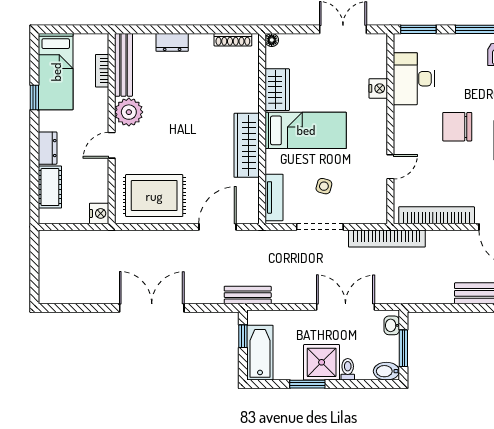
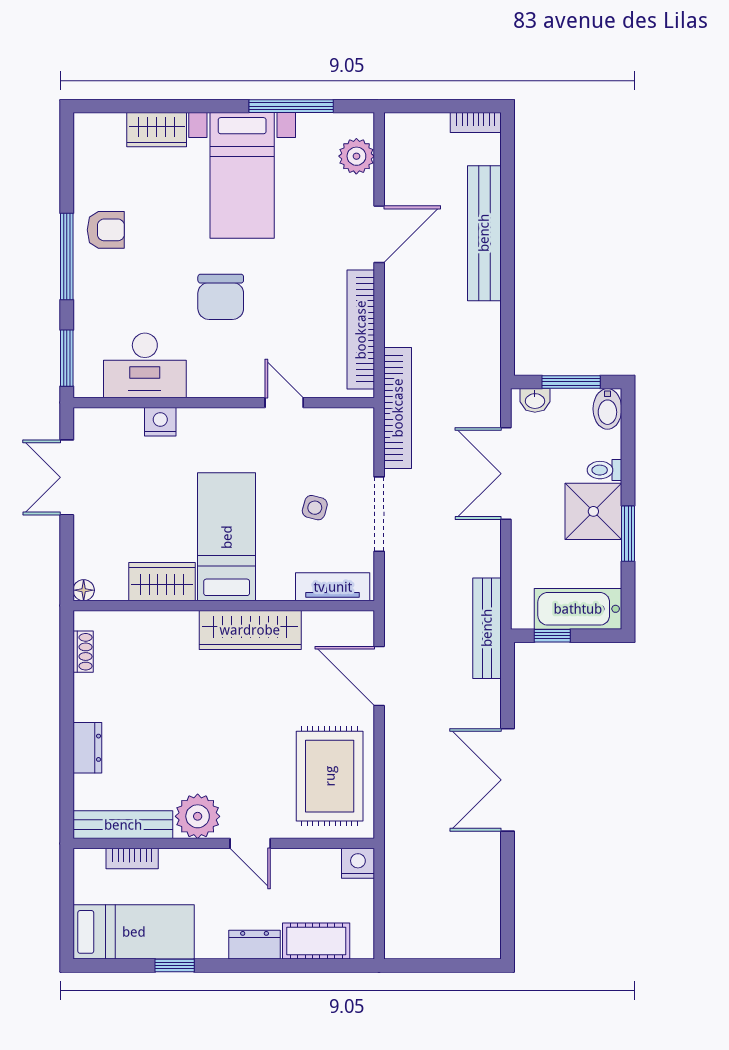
shoe rack: (233, 40) -> (83, 652), width x0.70
bench: (248, 295) -> (487, 628), width x1.36

